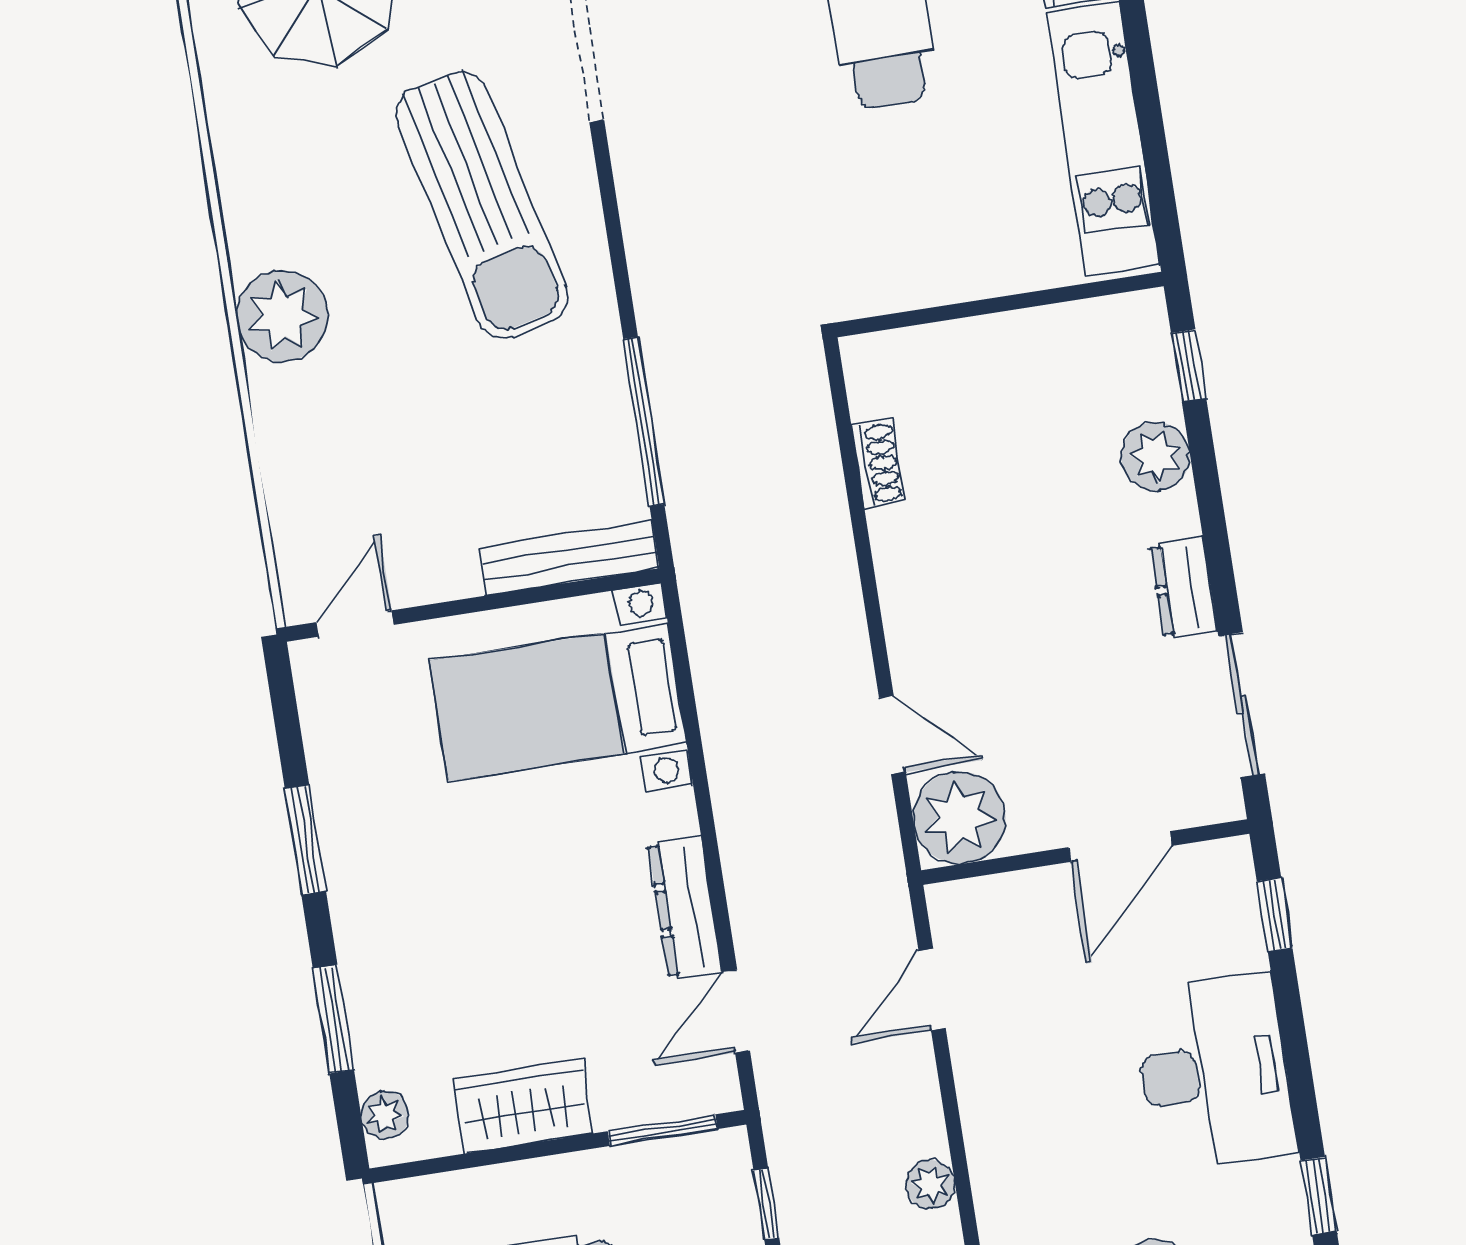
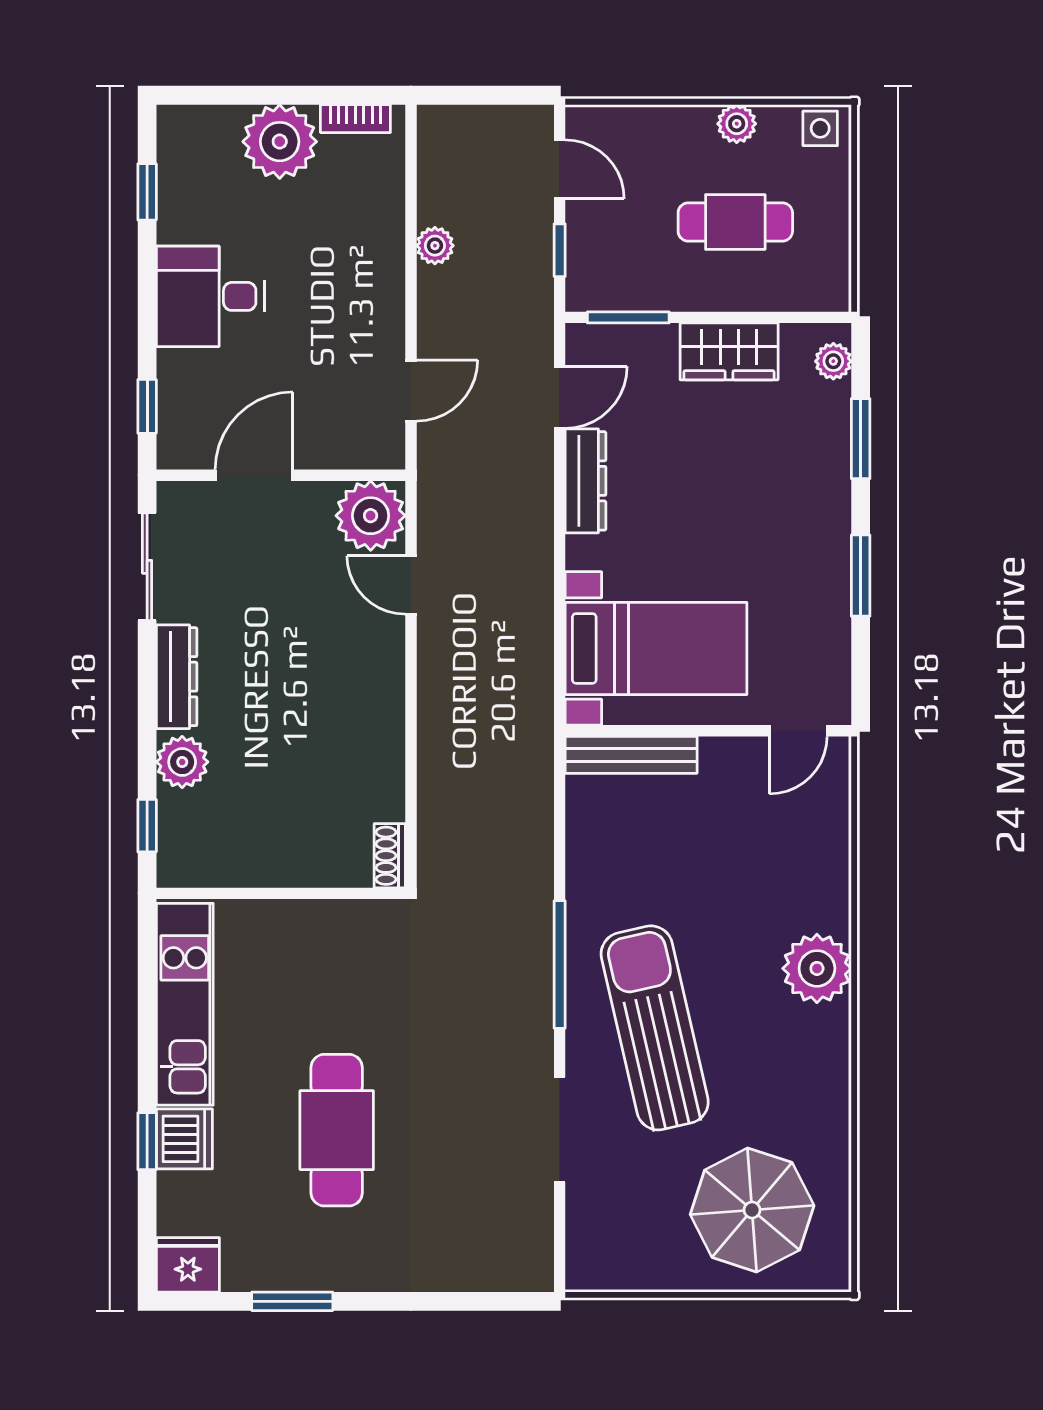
window: (644, 422) -> (560, 964), moved
shoe rack: (878, 464) -> (390, 856), moved
dresser: (1184, 587) -> (177, 677), width x1.44
desk: (1214, 1072) -> (210, 296), width x0.73

